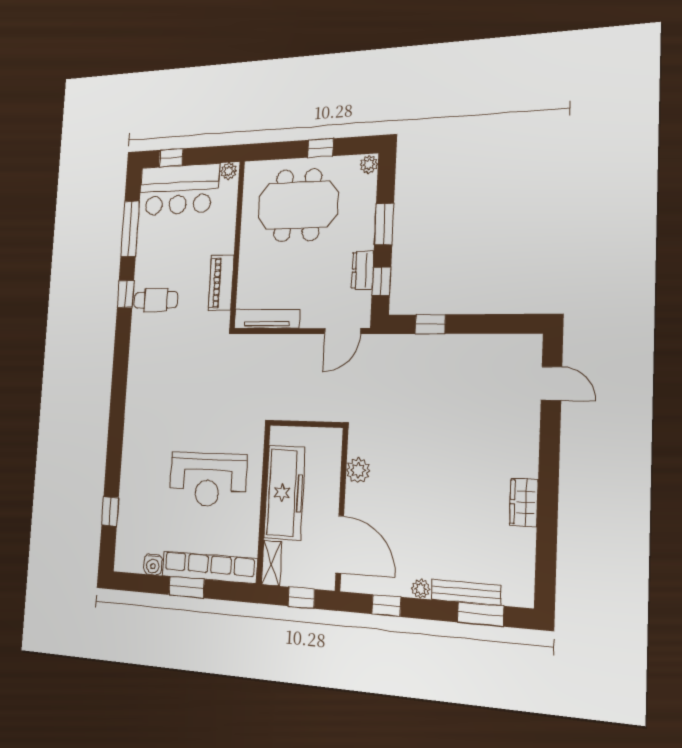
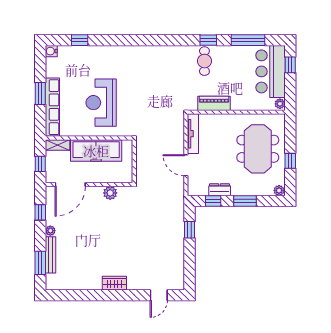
door: (343, 331) -> (186, 165), moved
wardrobe: (524, 502) -> (114, 283), moved
water cooler: (153, 564) -> (51, 51), moved

